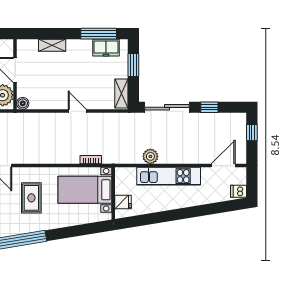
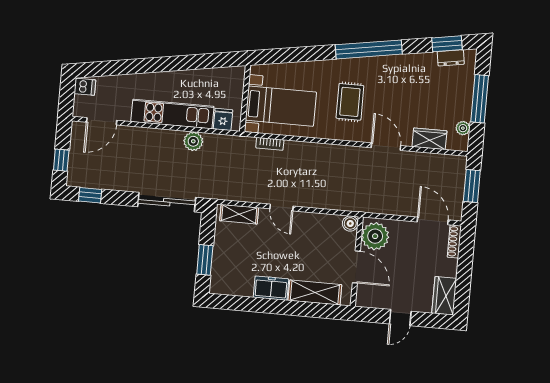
window: (99, 34) -> (245, 304), removed
shelving: (52, 45) -> (315, 293), width x1.50, depth x1.33
freezer: (106, 48) -> (271, 288), moved
shelving: (121, 94) -> (239, 214), moved, turned 90
window: (209, 107) -> (90, 195), moved
fridge: (123, 202) -> (223, 119), moved, turned 90

